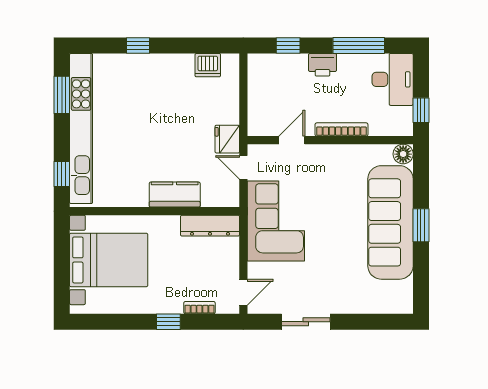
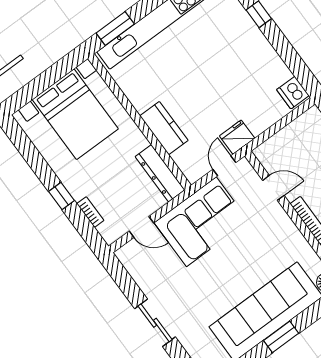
dishwasher: (208, 65) -> (293, 93), moved
window: (62, 174) -> (115, 29), width x1.50
door: (243, 292) -> (141, 227), moved
sliding door: (306, 322) -> (155, 323), moved

